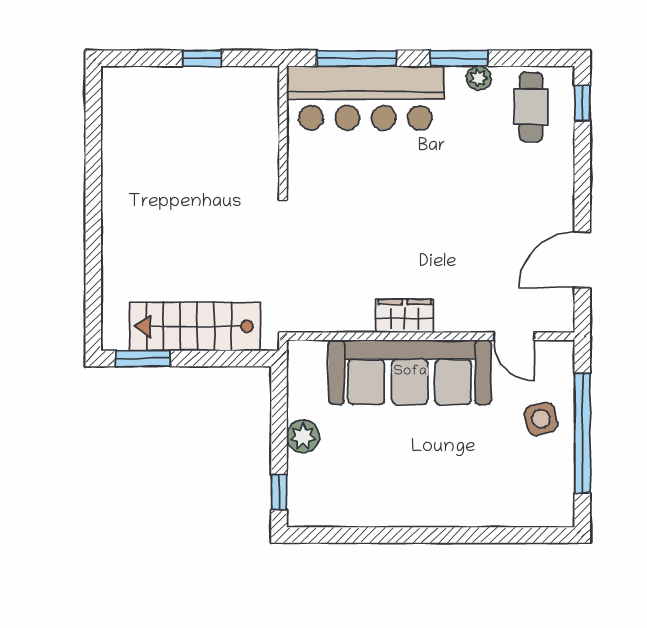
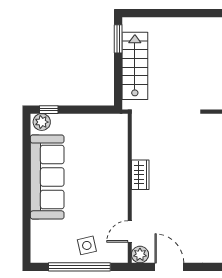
plant: (558, 316) -> (140, 255), added
sofa: (410, 372) -> (47, 177), moved, turned 180
plant: (303, 436) -> (42, 122), moved

